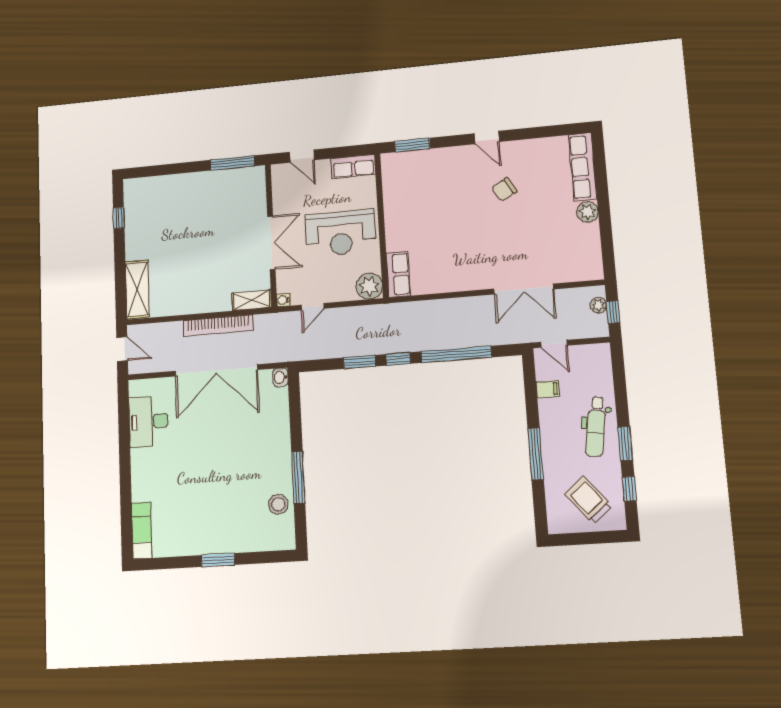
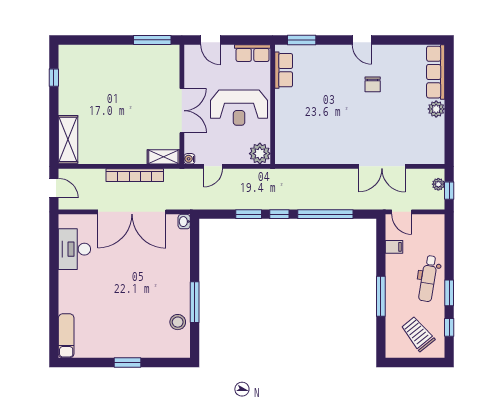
chair: (504, 189) -> (373, 84), turned -61
row of seats: (398, 274) -> (284, 70), moved

